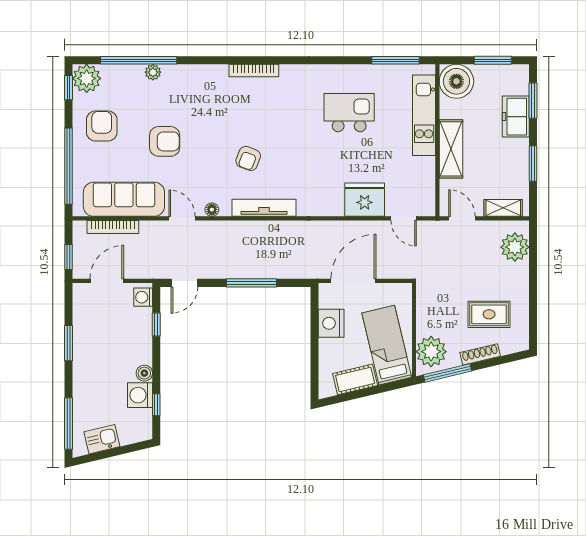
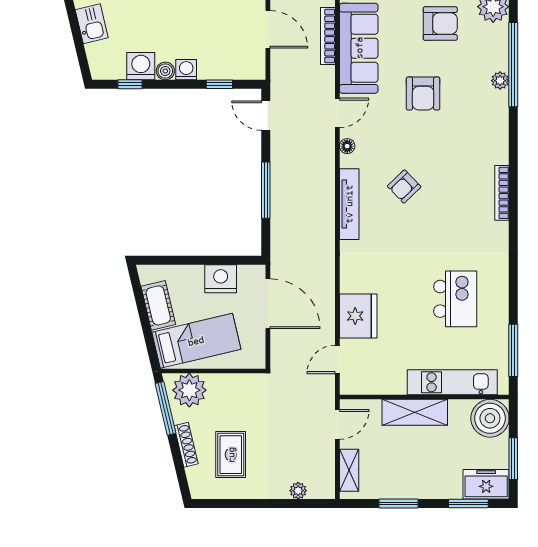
freezer: (516, 117) -> (486, 484), moved
armchair: (248, 158) -> (404, 187), turned -65
plant: (515, 247) -> (298, 491), width x0.53, depth x0.53
washing machine: (143, 297) -> (186, 70), moved

